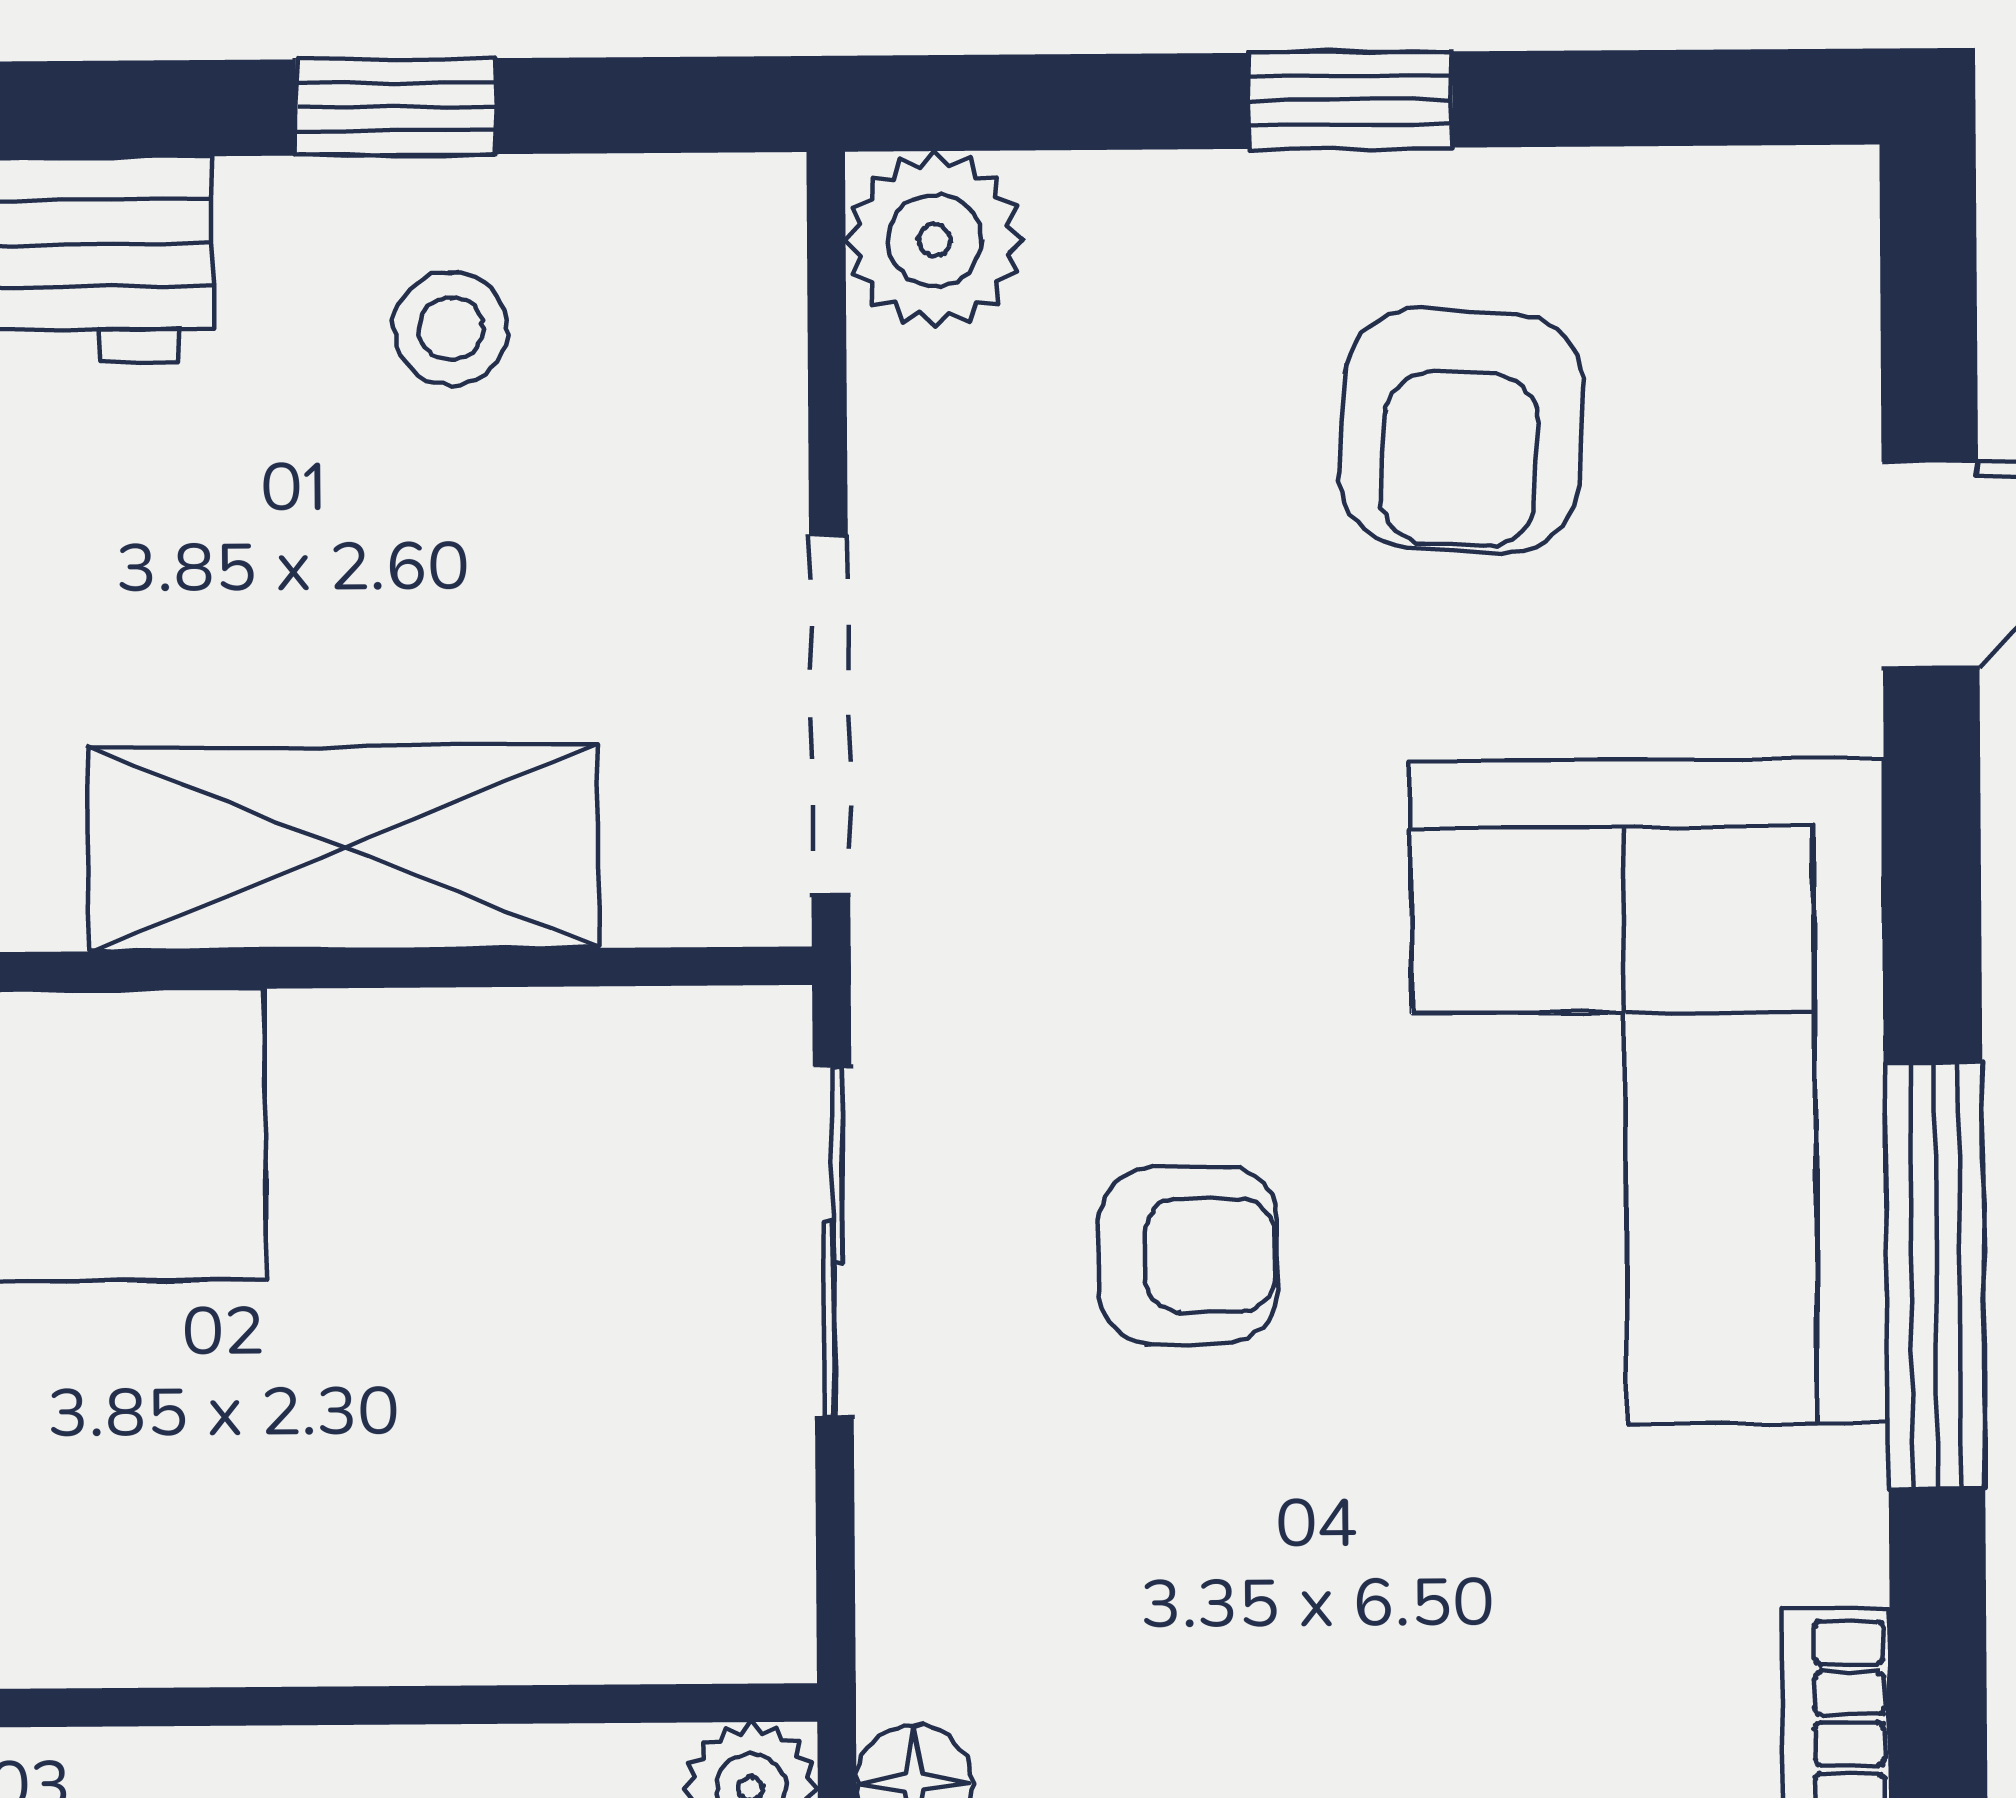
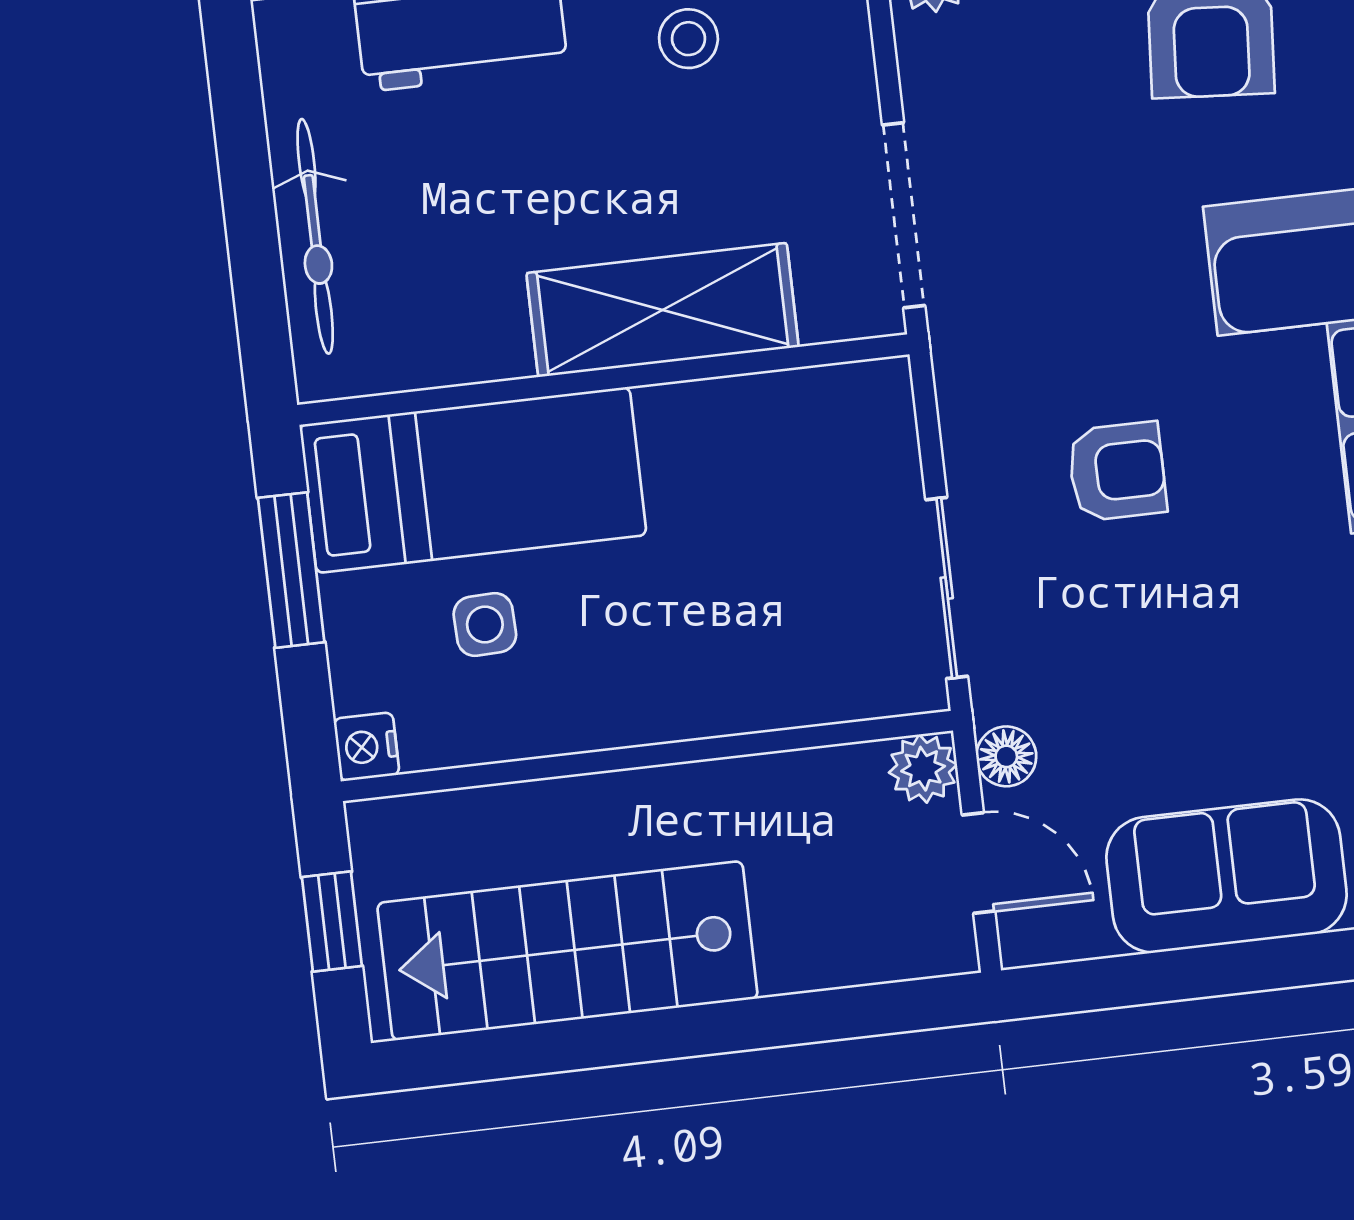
sliding door: (833, 1242) -> (947, 588), moved

